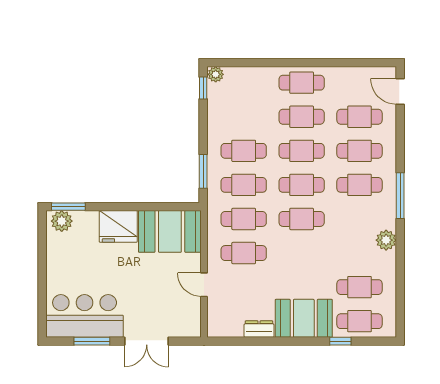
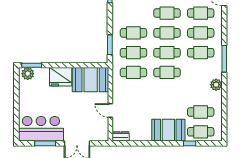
cafe table: (244, 253) -> (133, 92), removed
dresser: (259, 329) -> (121, 136), moved

